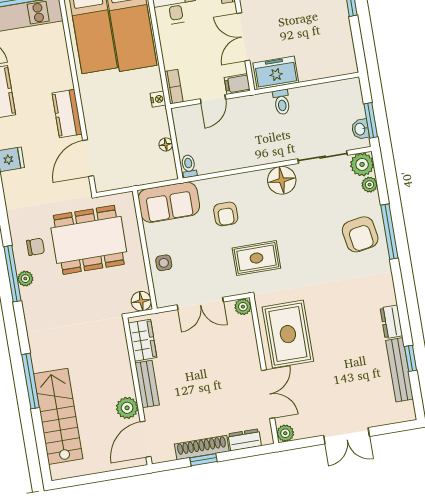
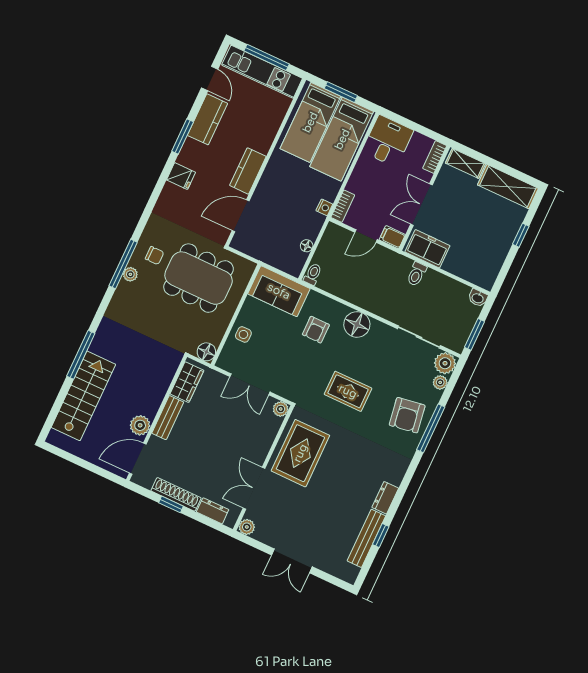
washbasin: (360, 129) -> (478, 298), moved, turned -90
floor lamp: (282, 180) -> (357, 324), moved
rug: (256, 258) -> (348, 391), moved
double door: (268, 394) -> (254, 488), swing flipped

